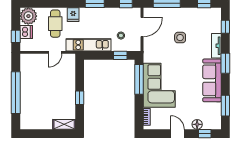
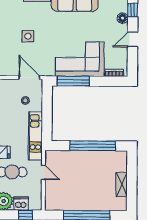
door: (142, 27) -> (29, 78), moved
window: (120, 55) -> (47, 101), removed
window: (80, 98) -> (93, 146), width x3.17
shelving: (64, 124) -> (122, 185), moved

